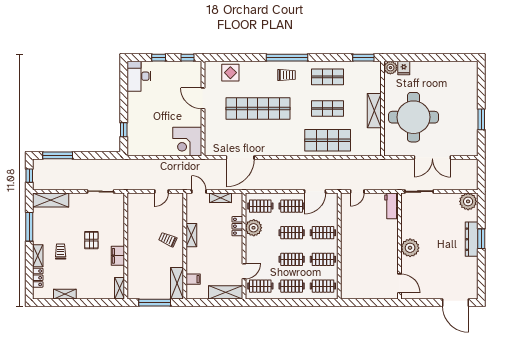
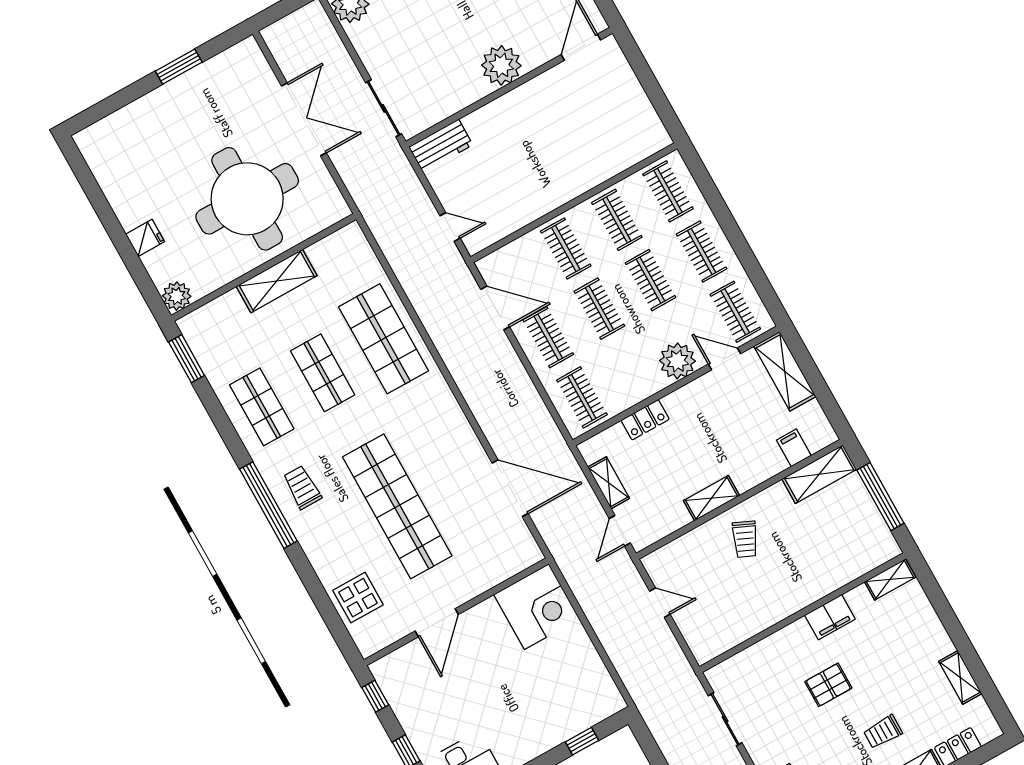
fridge: (404, 68) -> (145, 238), moved
plant: (254, 228) -> (677, 361), moved

